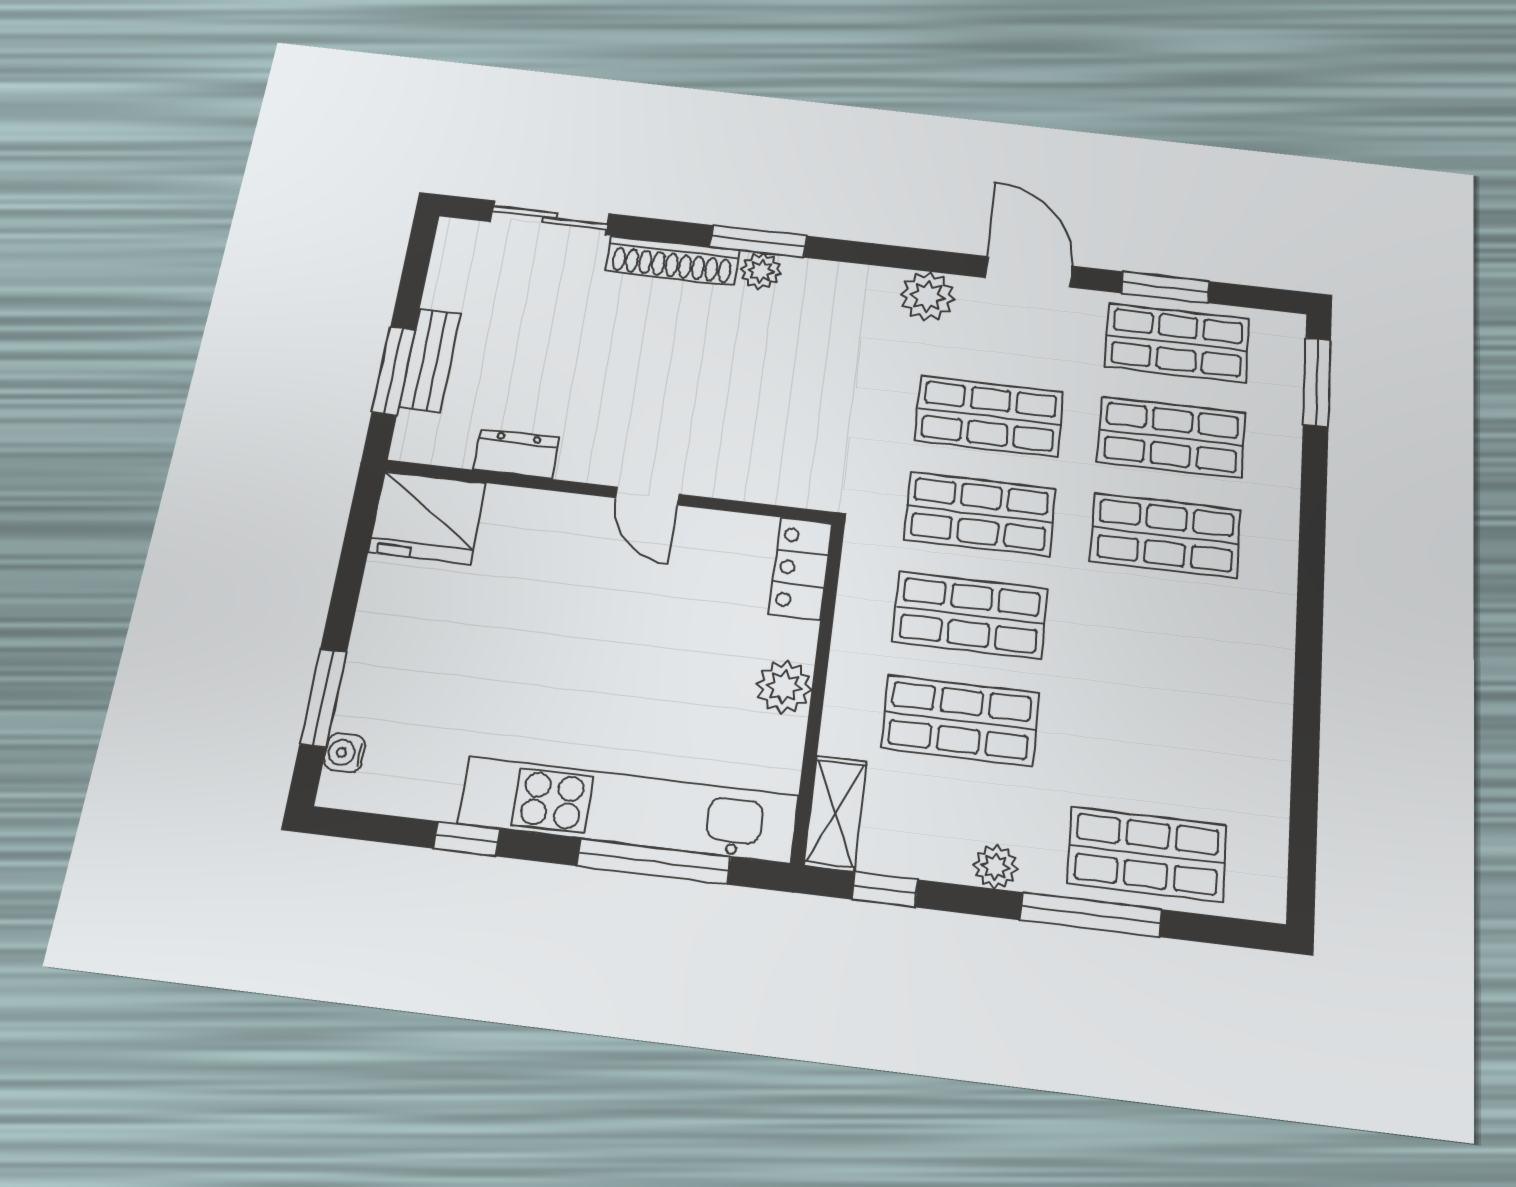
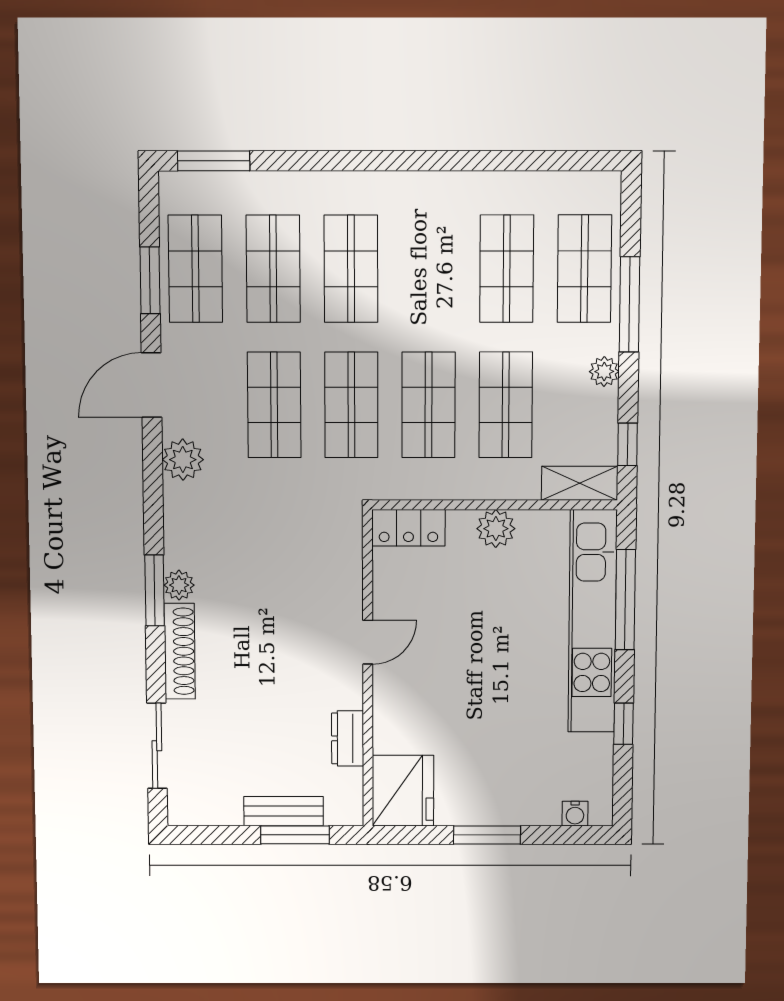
window: (323, 698) -> (487, 835), moved
shop shelf: (1153, 744) -> (507, 269), added

